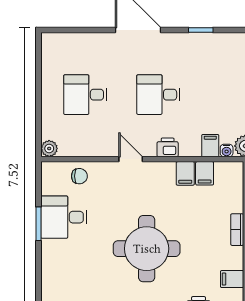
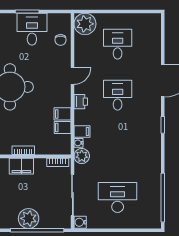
plant: (49, 149) -> (85, 24), width x1.87, depth x1.87

